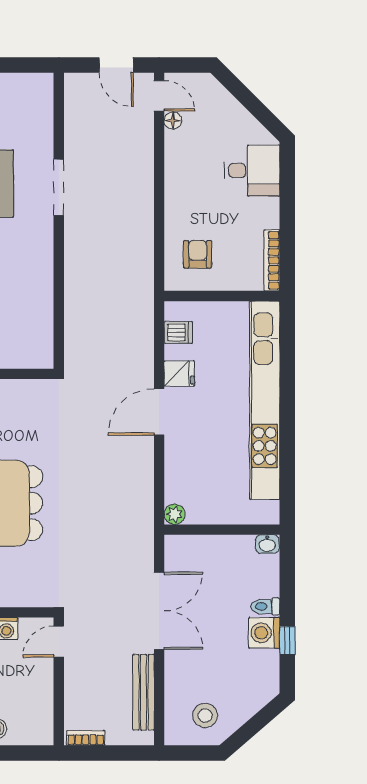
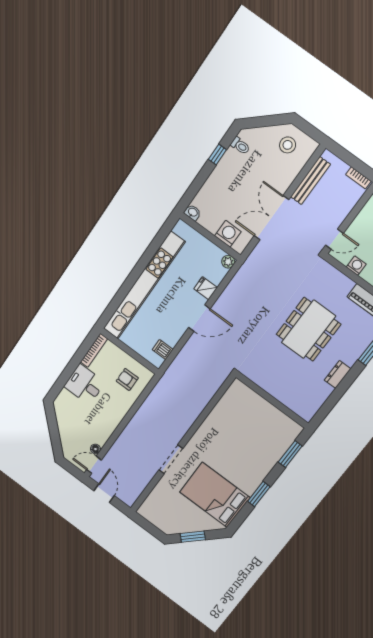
door: (159, 96) -> (94, 465), hinge flipped
desk: (252, 170) -> (84, 384), moved
armchair: (198, 254) -> (127, 379), turned 90
fridge: (179, 373) -> (206, 288), moved
toilet: (265, 606) -> (240, 146), moved
washing machine: (264, 633) -> (228, 234), moved, turned -90

